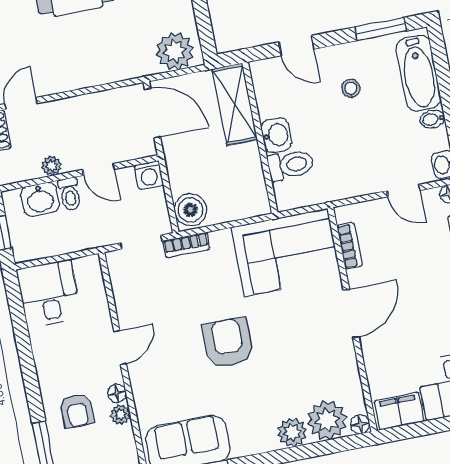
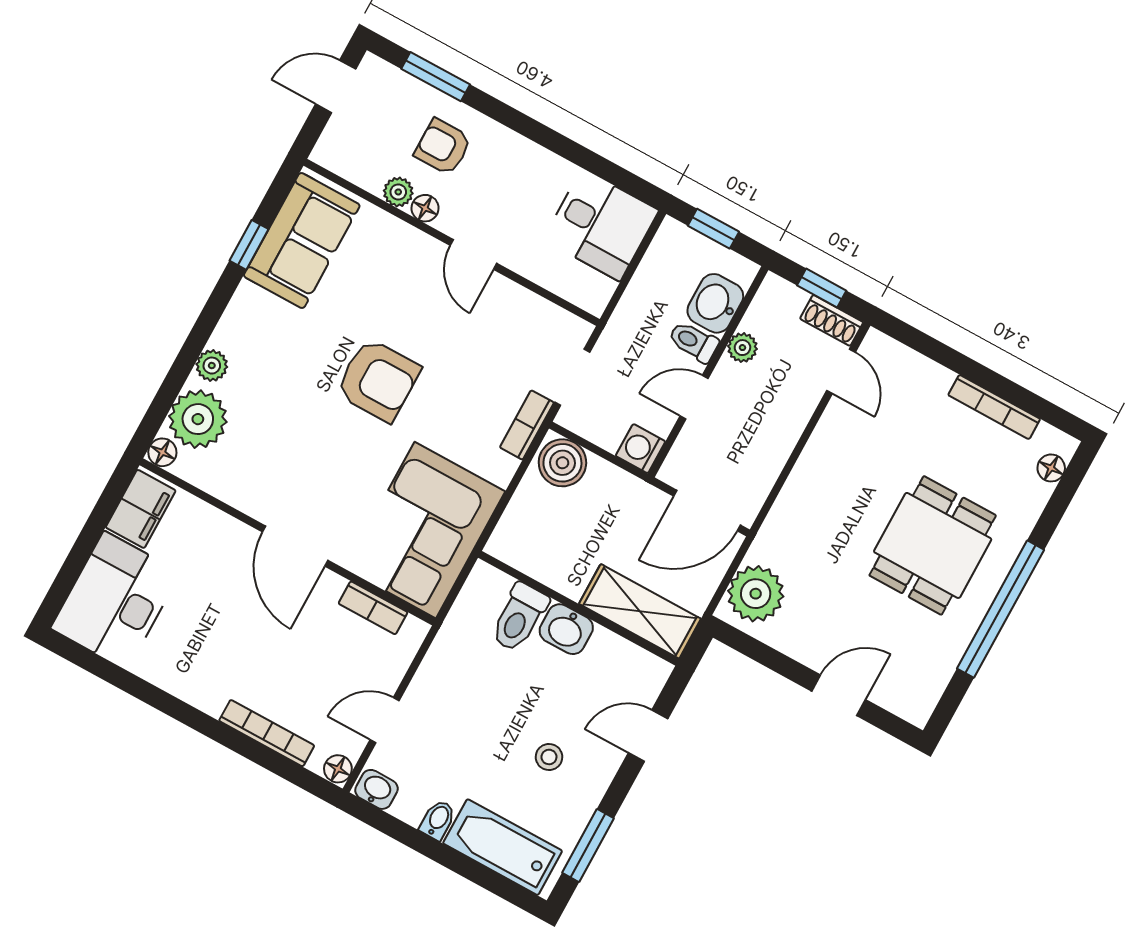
plant: (292, 432) -> (212, 366), width x0.73, depth x0.73

